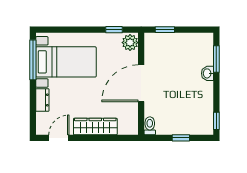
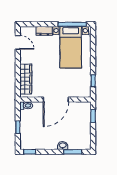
plant: (130, 43) -> (84, 92), removed
door: (141, 83) -> (56, 100), swing flipped
wardrobe: (95, 127) -> (26, 79), moved

